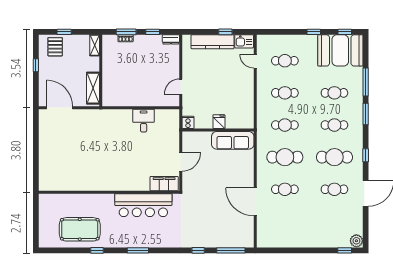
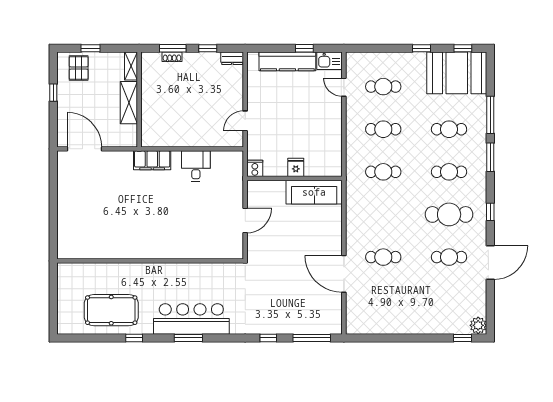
shelving: (93, 88) -> (129, 103), moved
cafe table: (285, 157) -> (383, 214), removed
filing cabinet: (164, 184) -> (152, 160), moved, turned 180
bar counter: (143, 205) -> (191, 319), moved, turned 180

